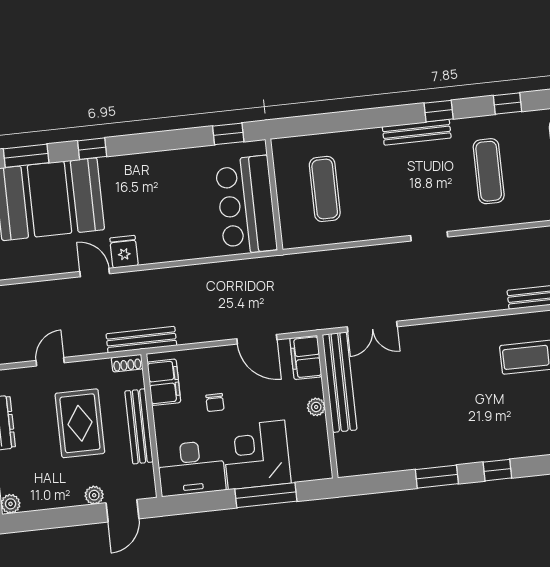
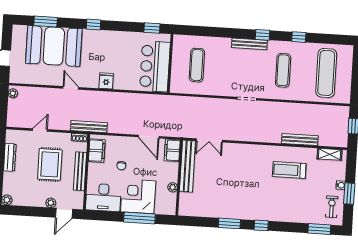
window: (92, 149) -> (93, 24), moved
fridge: (124, 252) -> (106, 81), moved
plant: (316, 407) -> (173, 187), moved

